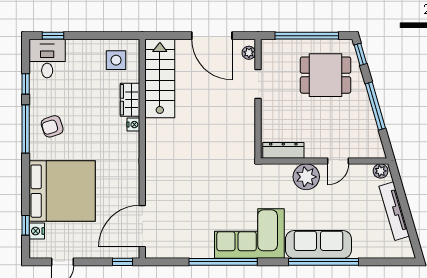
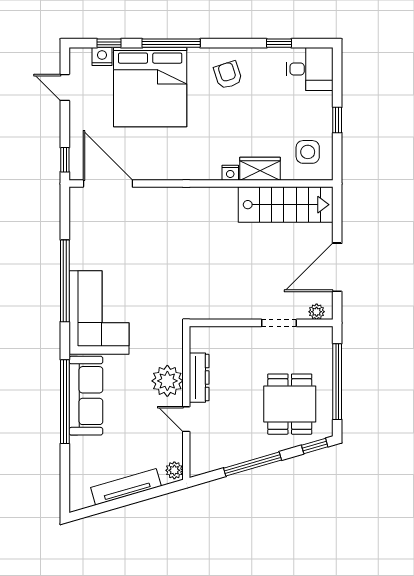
window: (53, 36) -> (337, 120), moved
window: (26, 129) -> (171, 43), moved
dresser: (283, 150) -> (199, 378), moved

